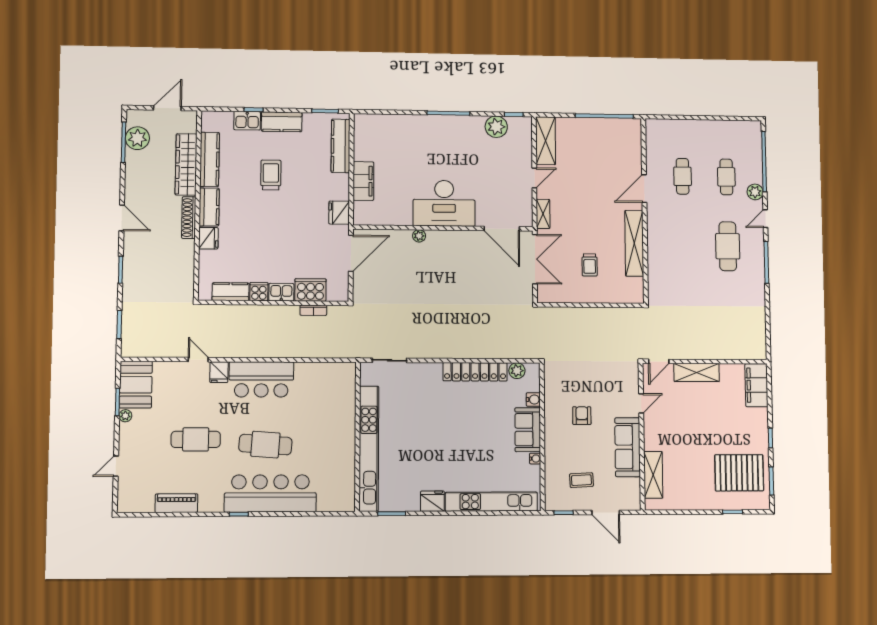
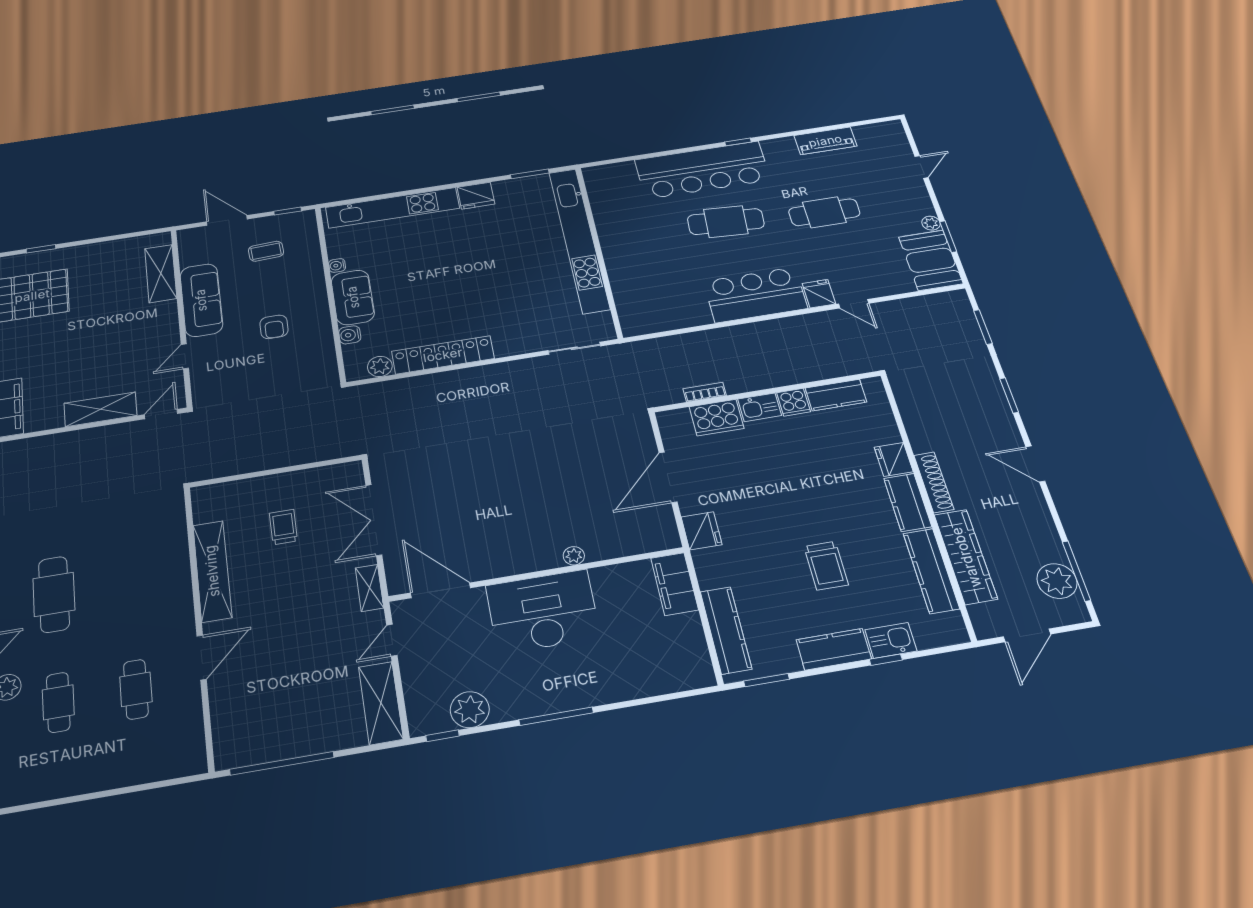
desk: (444, 203) -> (543, 611), moved
wall: (443, 228) -> (537, 574), moved
door: (502, 229) -> (441, 590), moved
plant: (419, 236) -> (574, 556), moved

